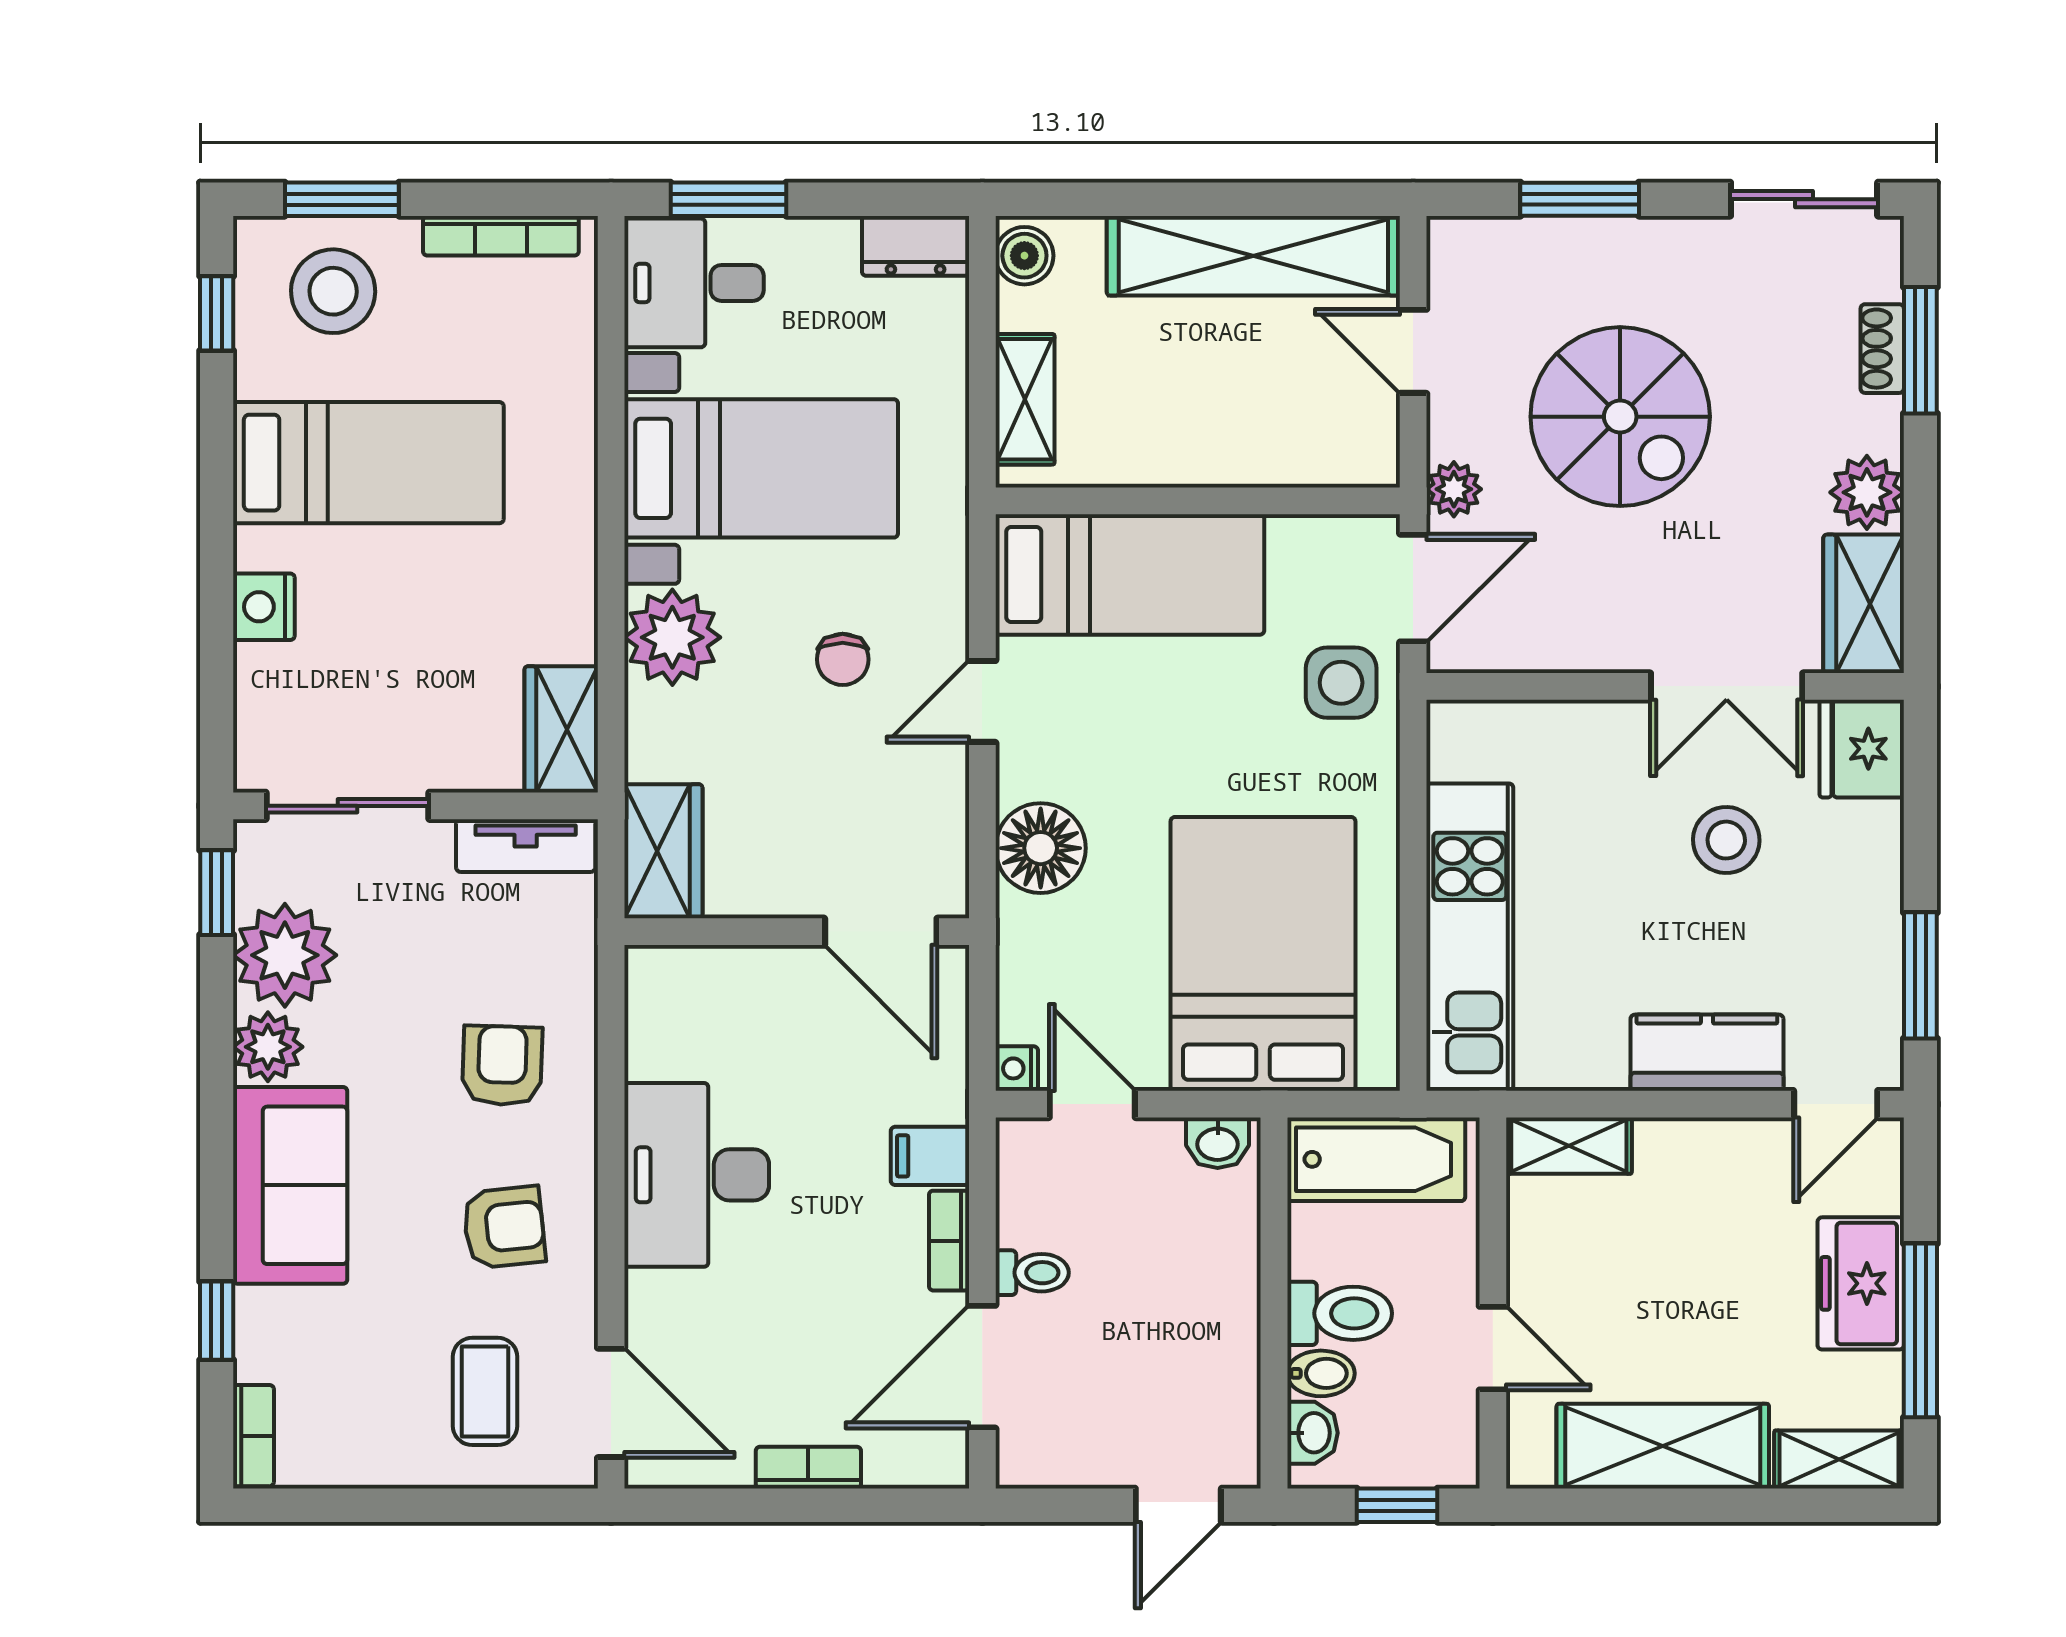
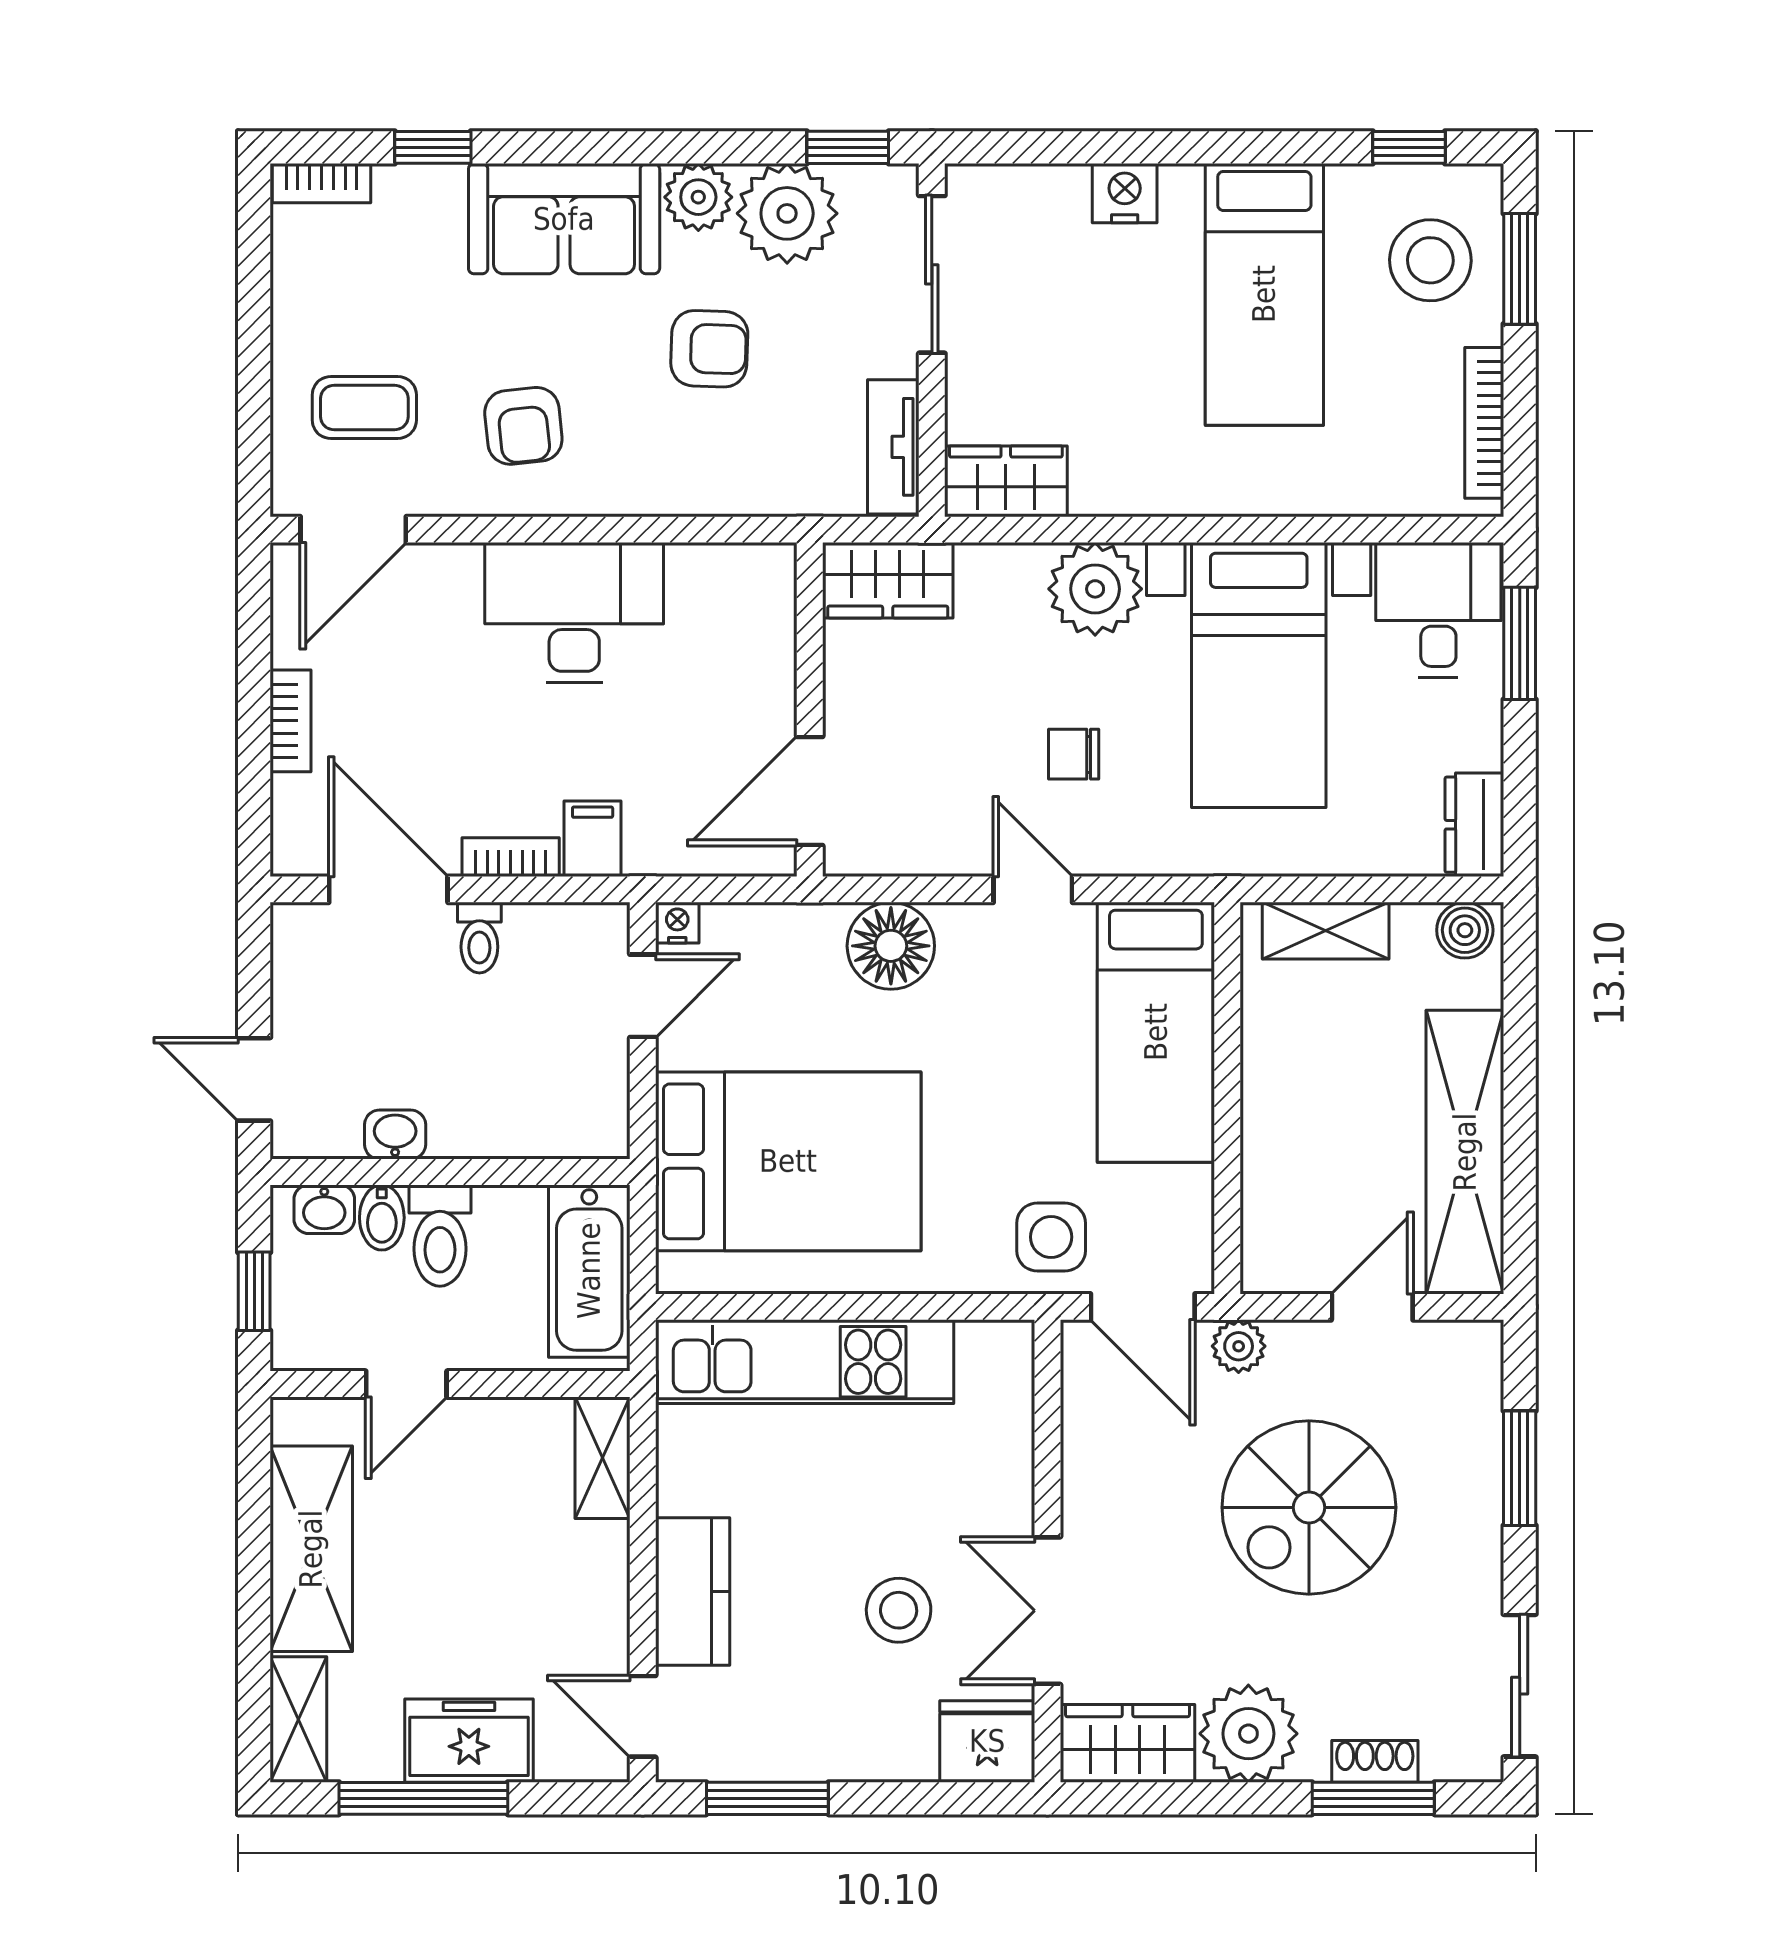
plant: (1867, 492) -> (1248, 1734), width x1.36, depth x1.36
armchair: (502, 1065) -> (709, 349), moved
washbasin: (1218, 1143) -> (395, 1135), moved, turned 90

